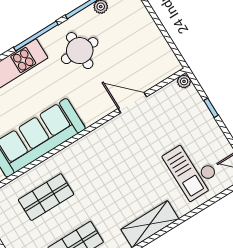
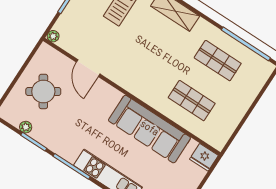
round table: (80, 51) -> (43, 91), moved, turned -33

